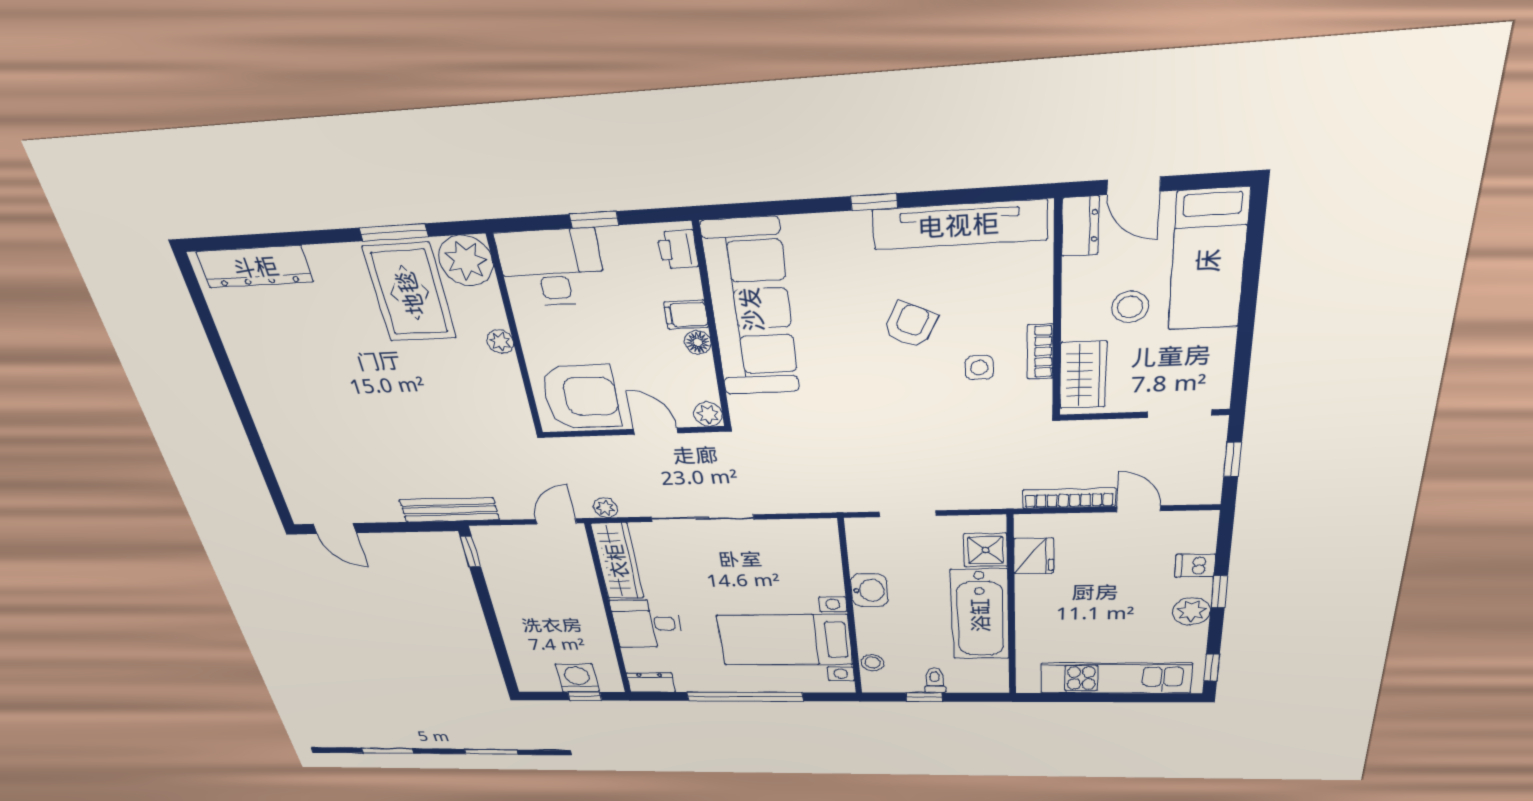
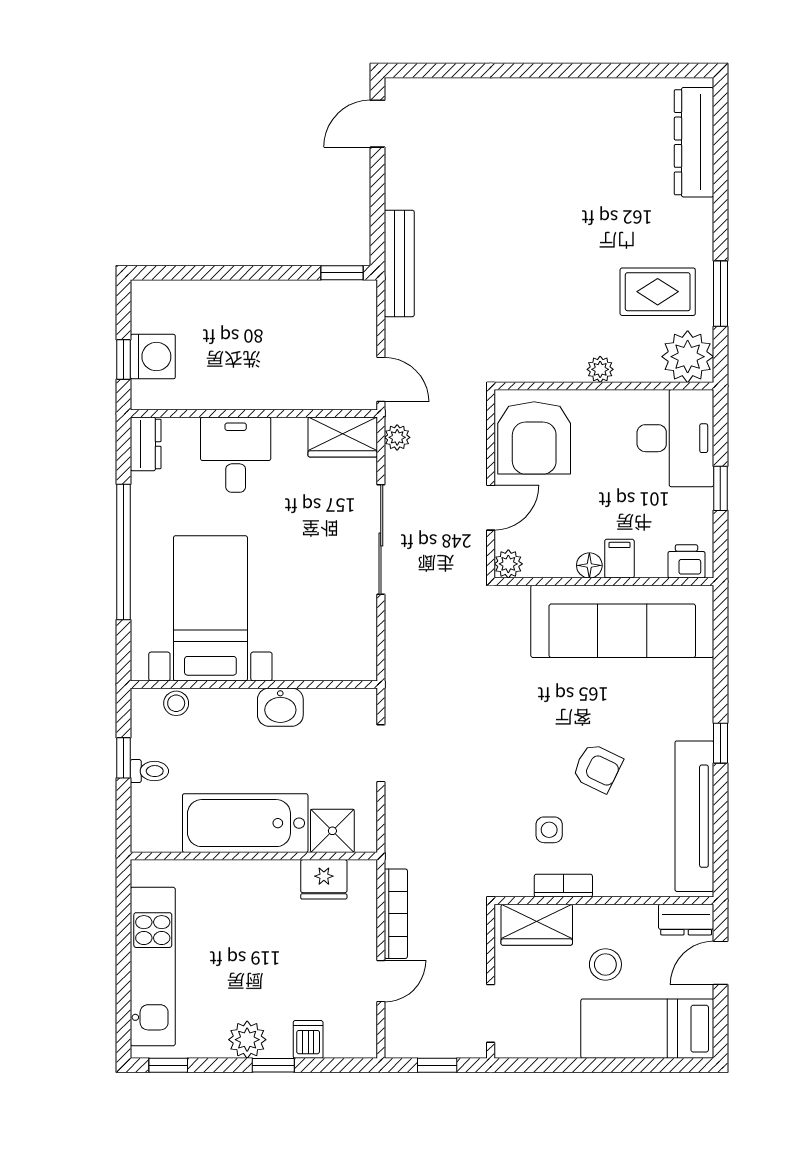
rug: (410, 293) -> (658, 292), width x0.73, depth x0.70
wardrobe: (617, 561) -> (343, 437), width x0.67

